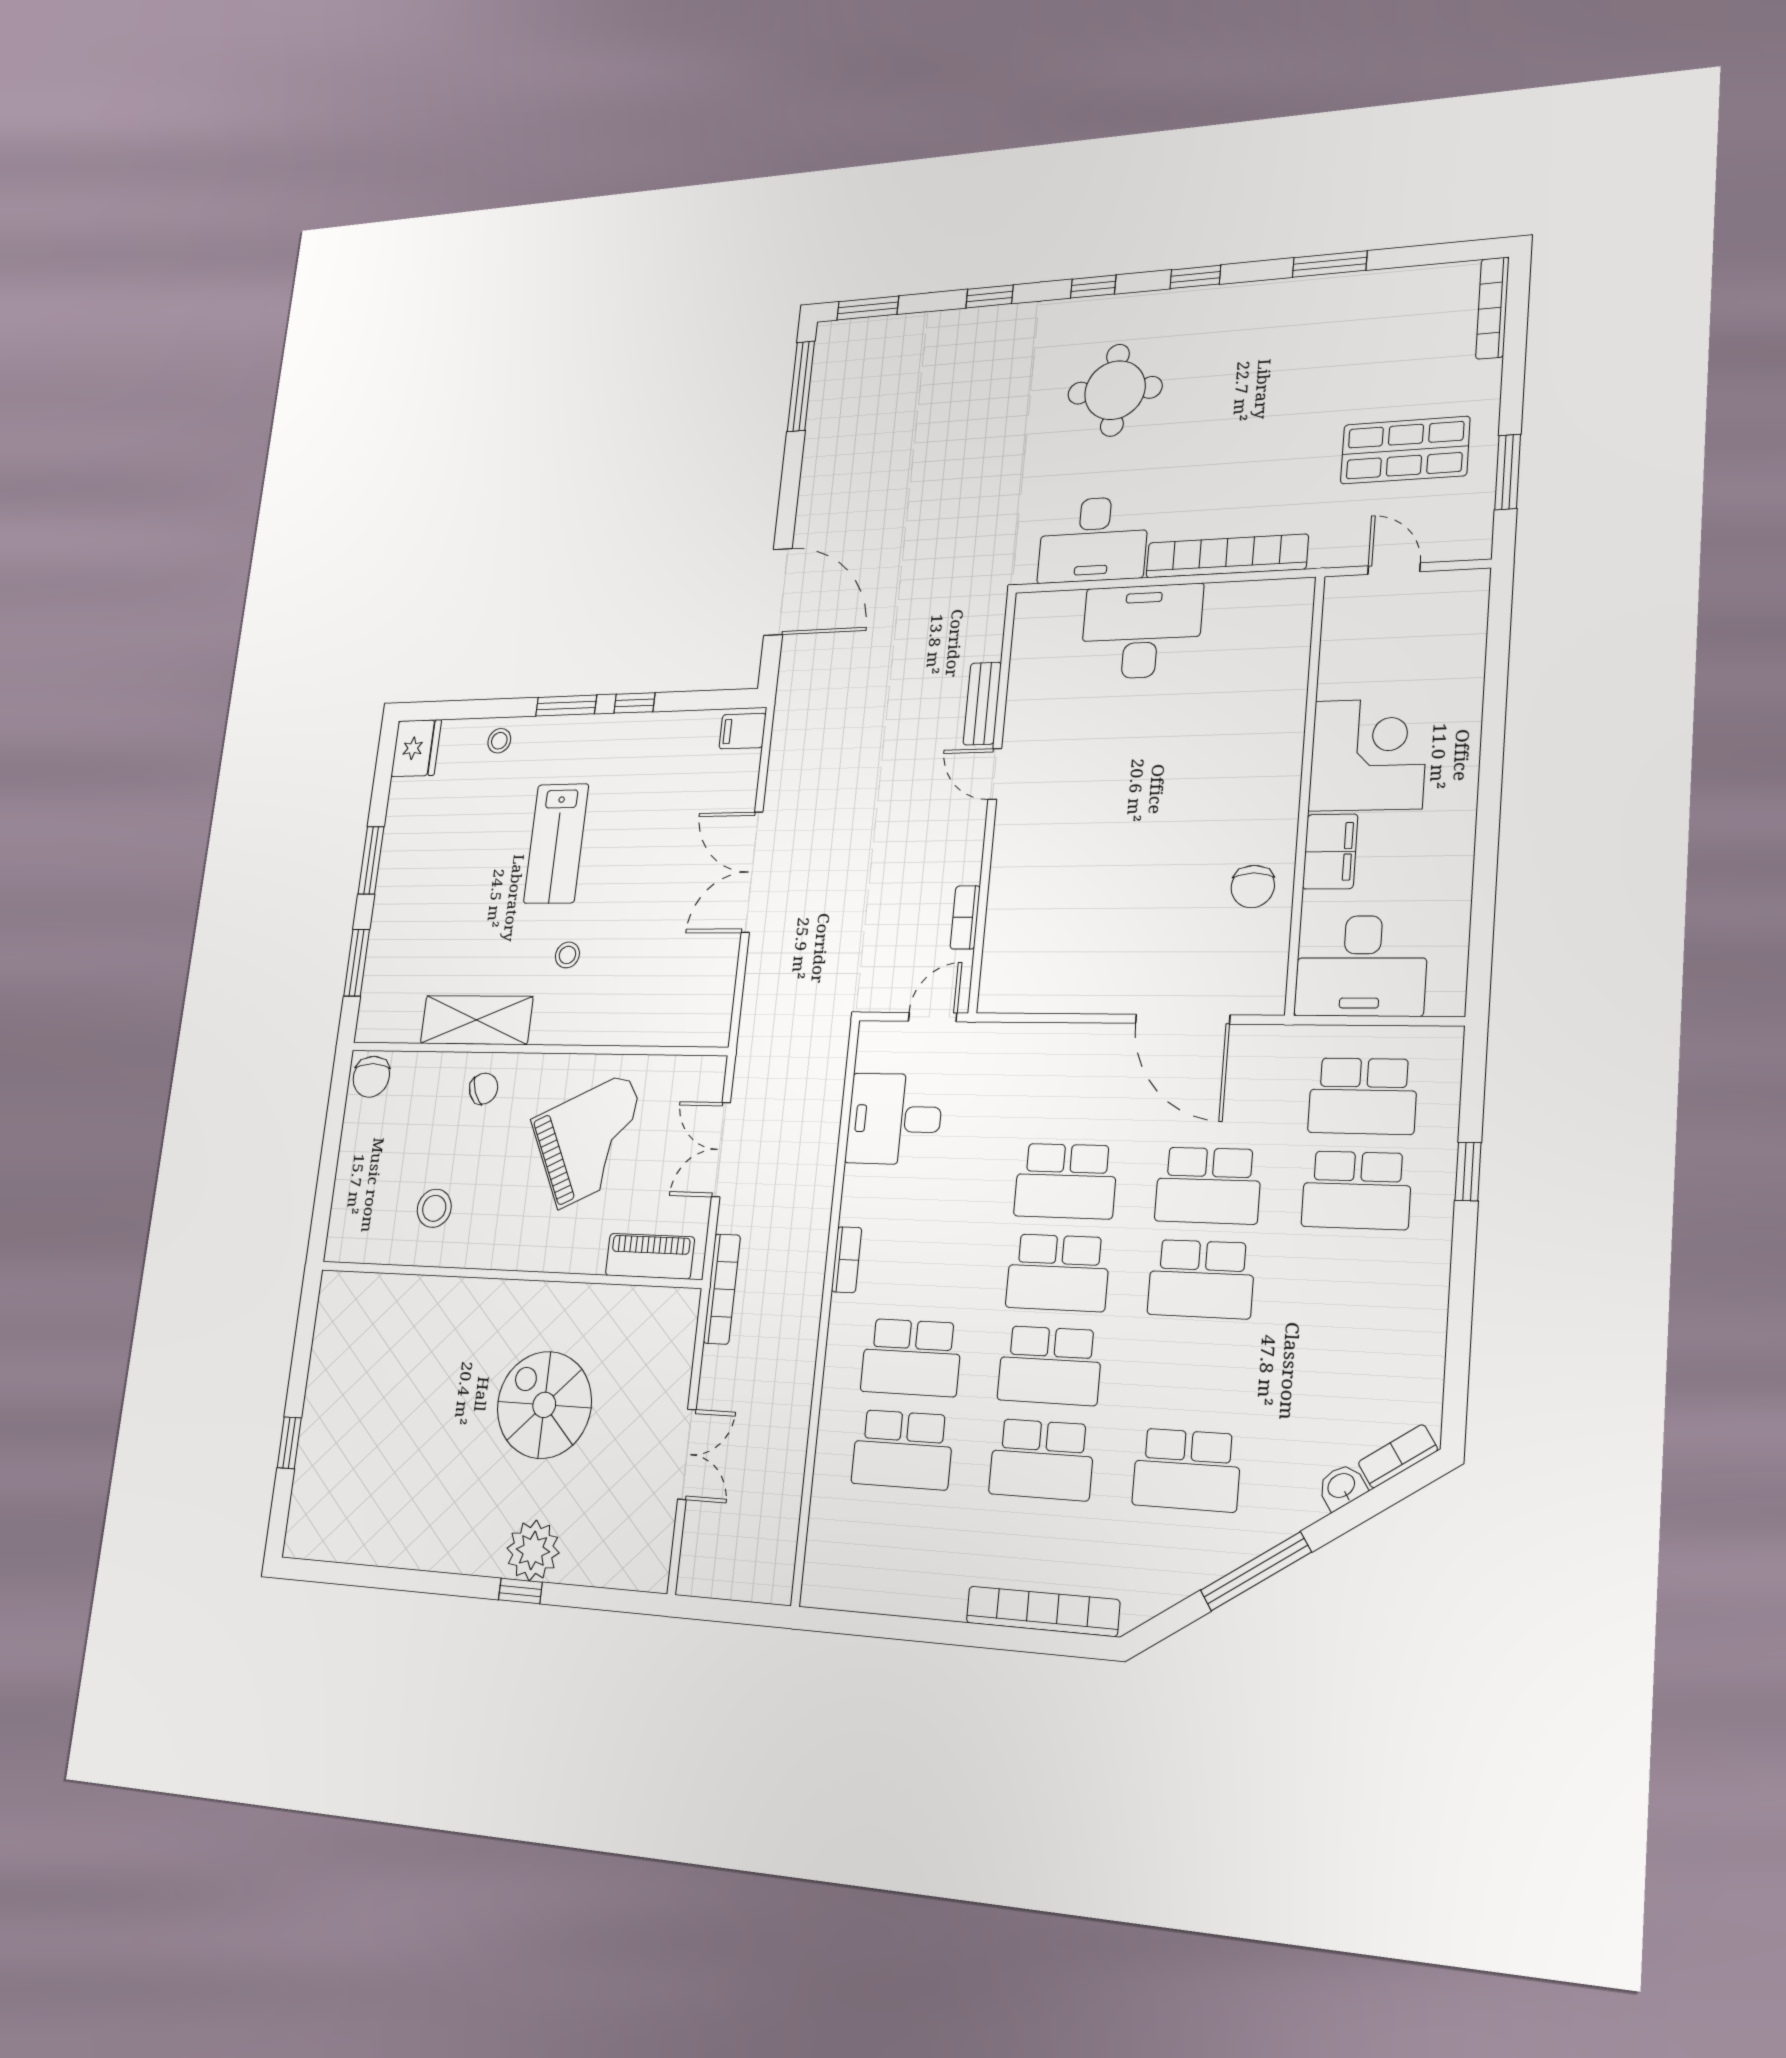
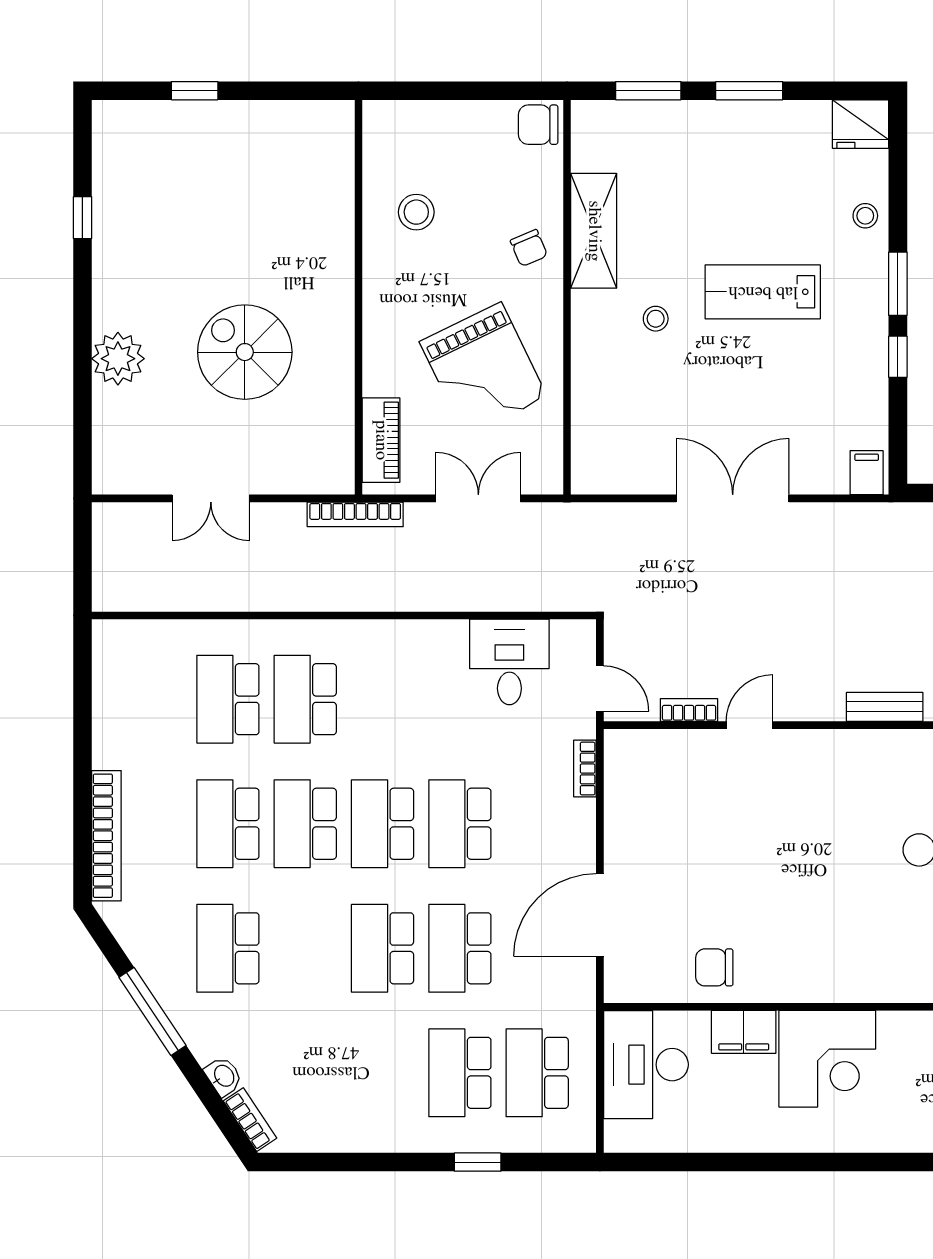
door: (995, 774) -> (750, 725), moved
bookcase: (847, 1260) -> (585, 769), moved, turned 90
spiral stairs: (544, 1405) -> (245, 352), turned -90
window: (520, 1591) -> (82, 218), moved

